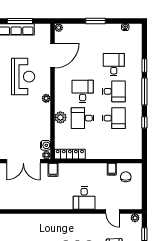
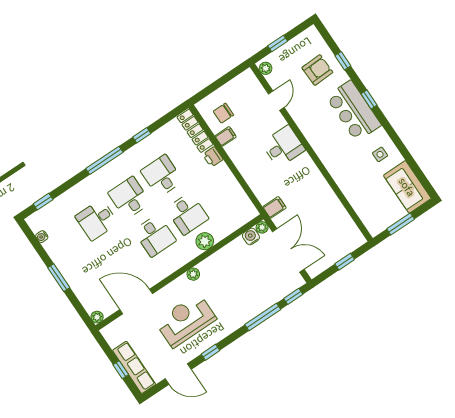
window: (20, 21) -> (121, 370), width x0.46
window: (144, 66) -> (43, 202), moved
desk: (83, 91) -> (155, 236), turned -90
locker: (70, 154) -> (195, 131), moved
printer: (105, 154) -> (213, 157), added

